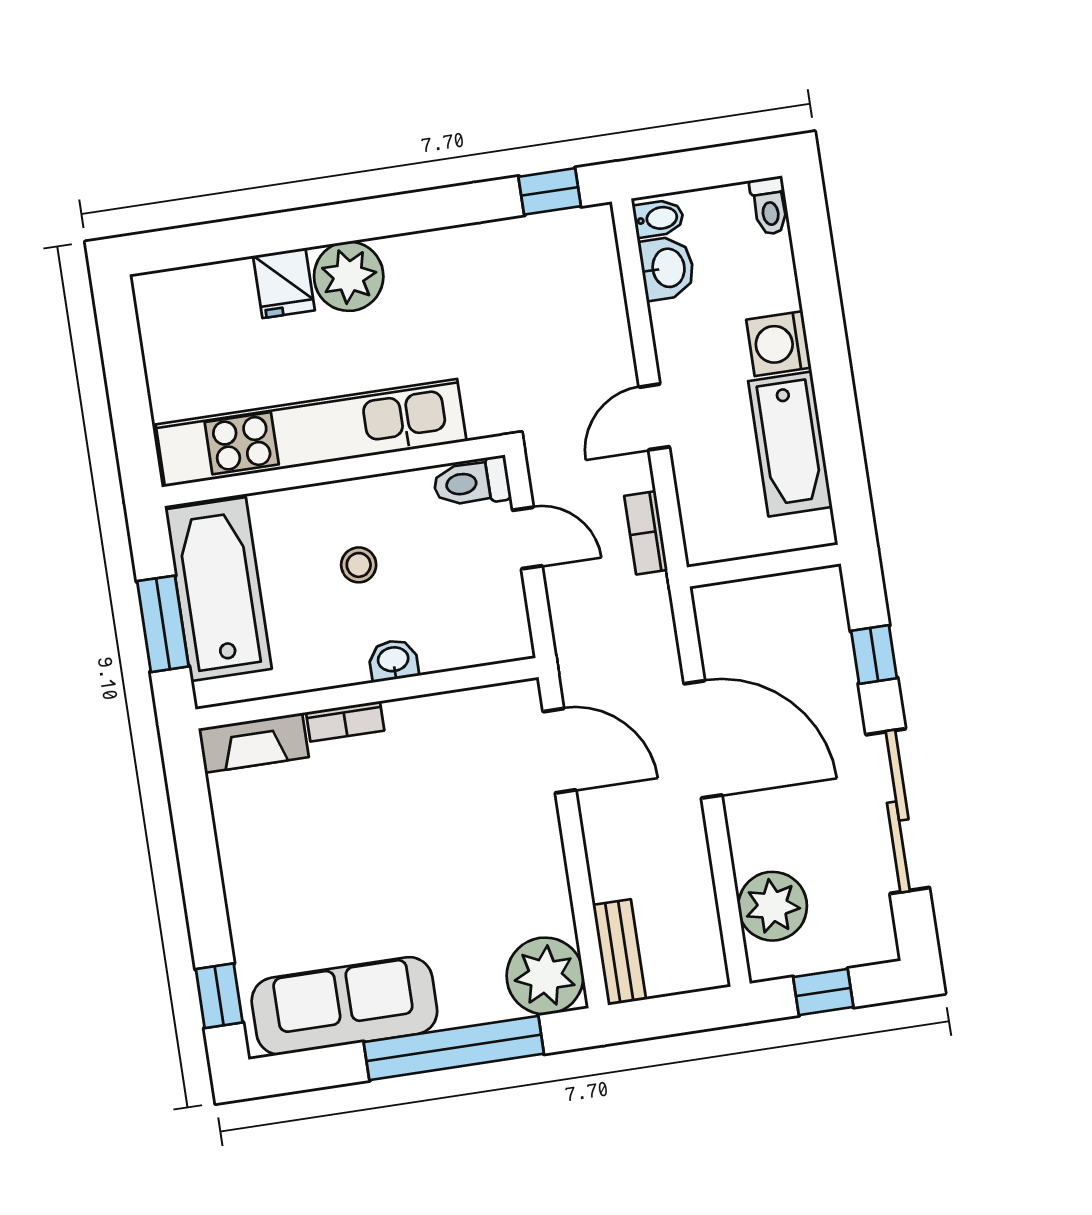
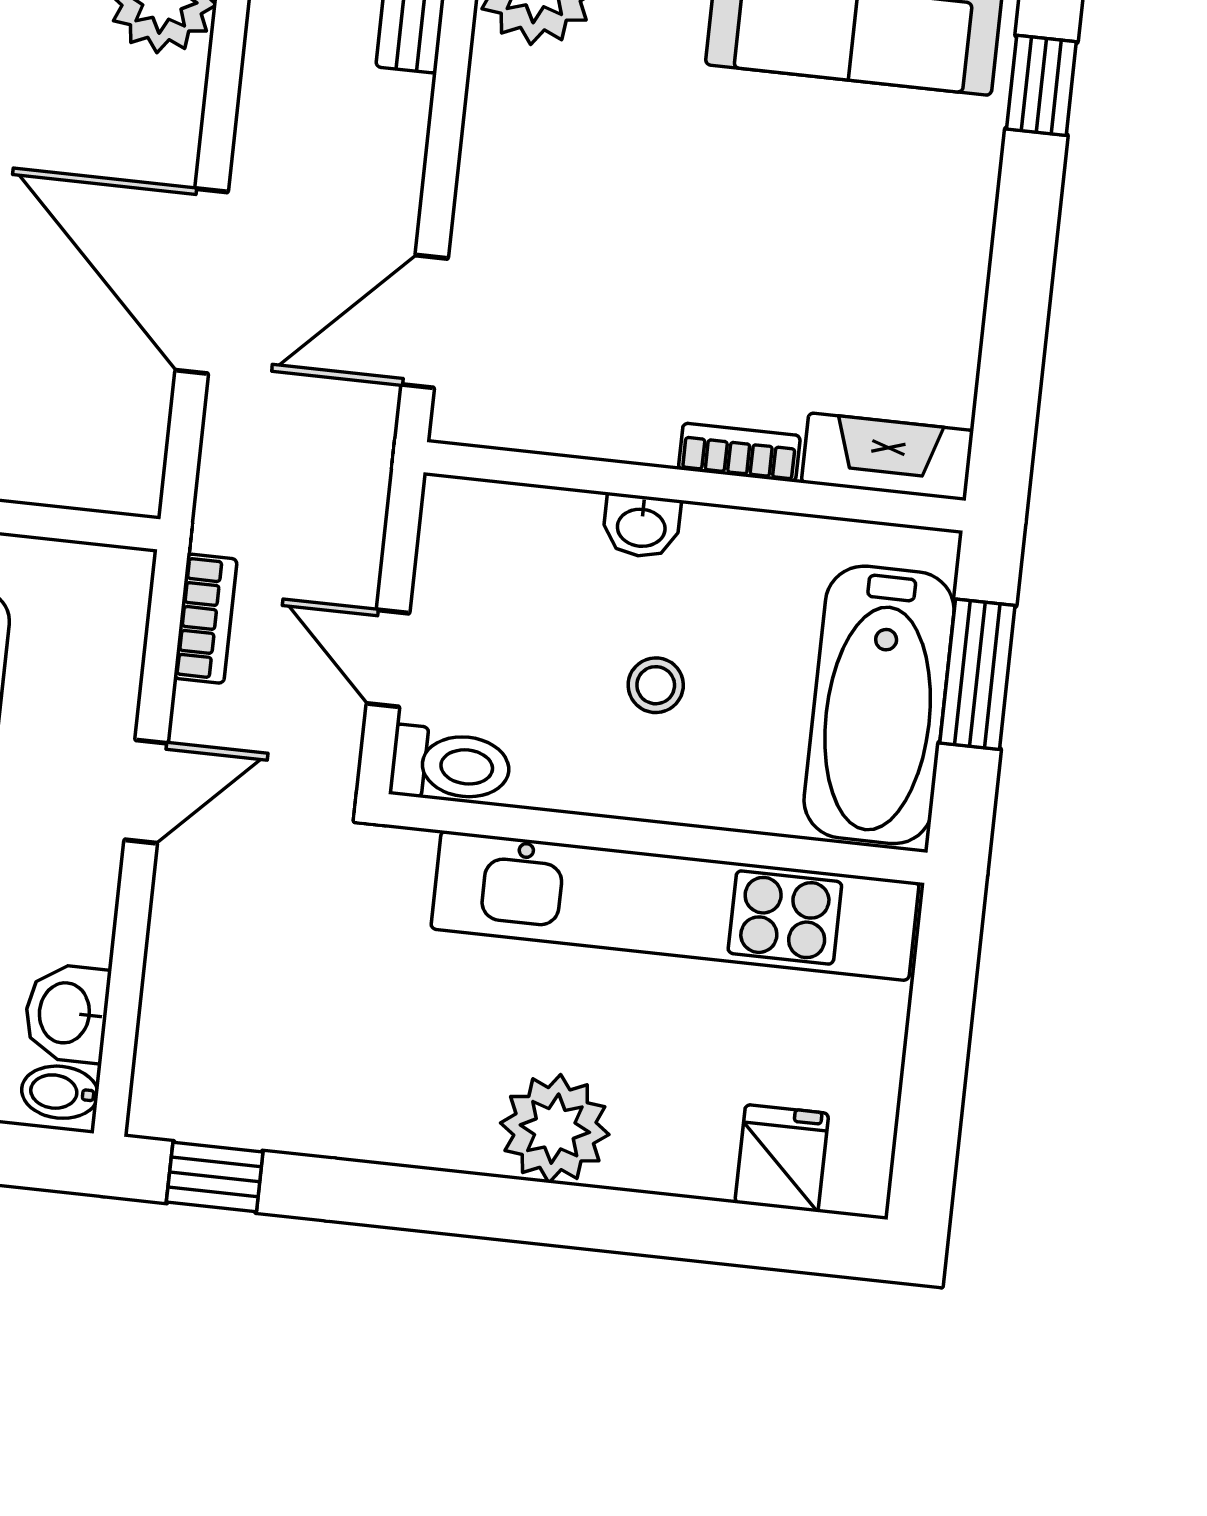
fridge: (284, 283) -> (782, 1158), moved
door: (560, 751) -> (425, 322), hinge flipped

